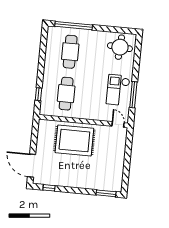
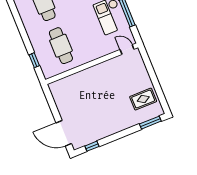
rug: (74, 141) -> (143, 99), moved, width x0.54, depth x0.49

